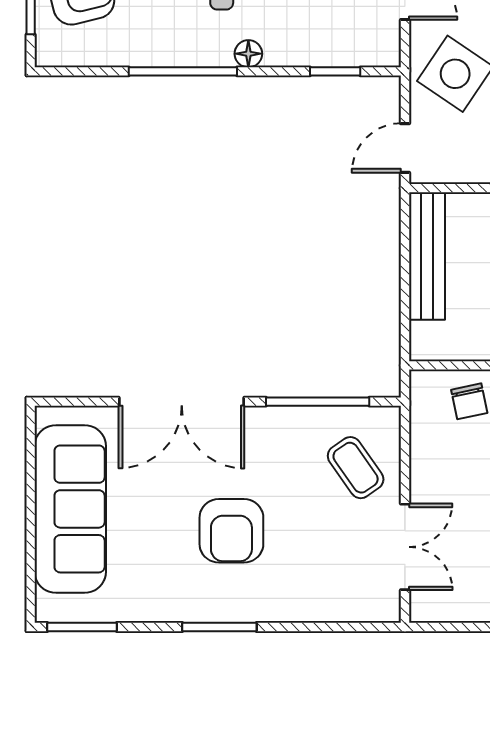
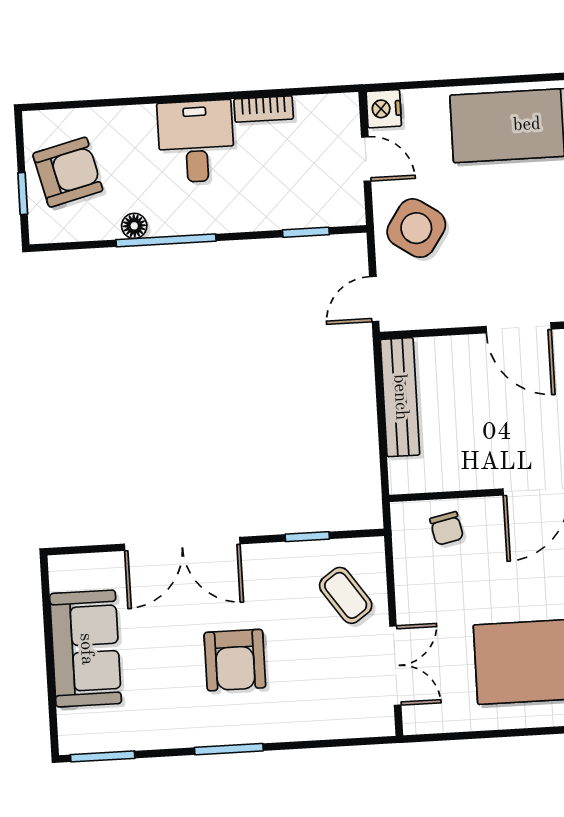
floor lamp: (248, 54) -> (134, 226), moved
window: (318, 402) -> (307, 537), width x0.46
sofa: (70, 509) -> (86, 649), width x0.73

